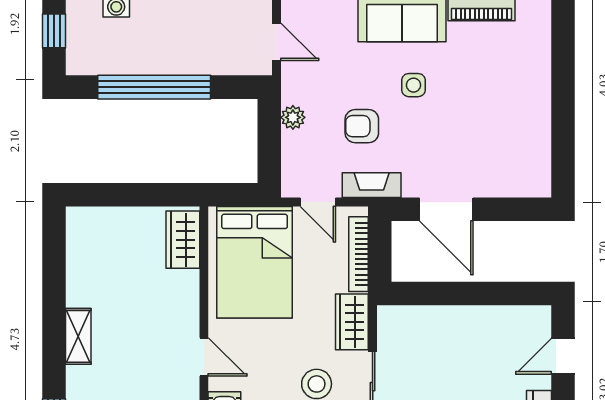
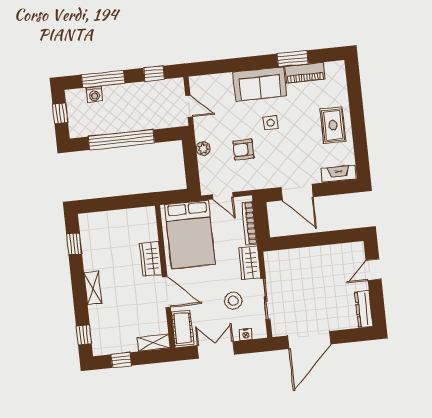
rug: (520, 101) -> (333, 125), added
fireplace: (372, 185) -> (339, 174), moved
wardrobe: (183, 240) -> (151, 259), moved
window: (54, 257) -> (74, 244), added
door: (204, 357) -> (167, 292), width x1.38

